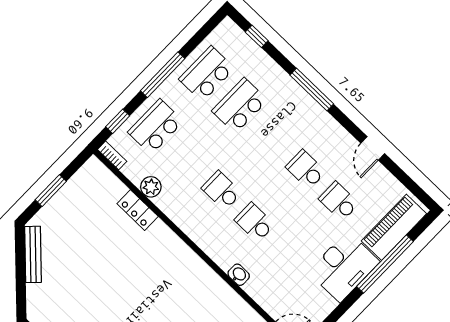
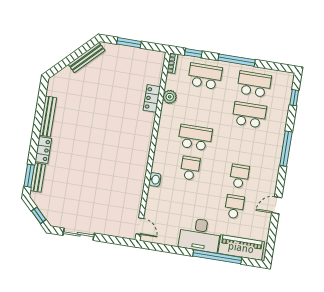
school desk: (222, 190) -> (195, 138), width x1.85

